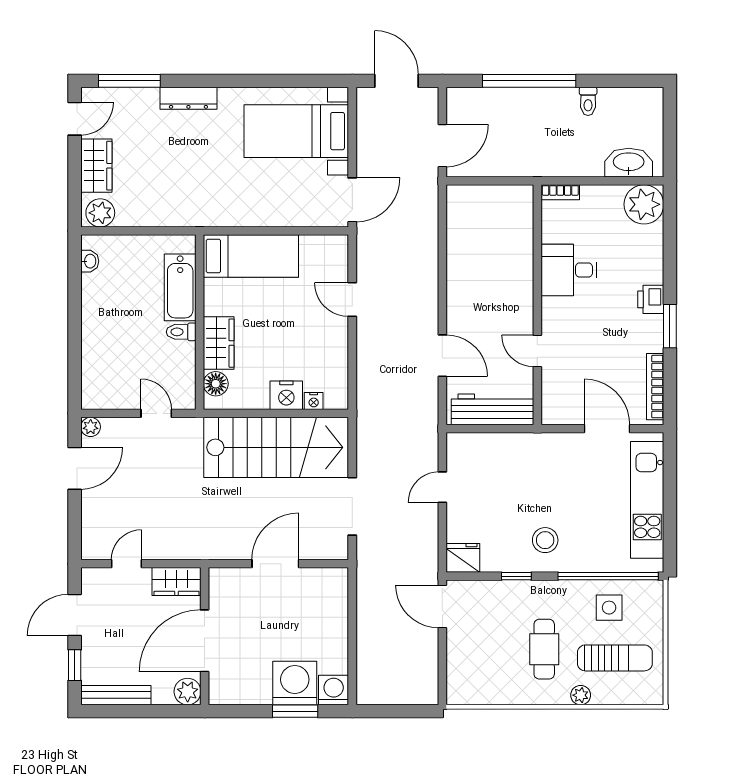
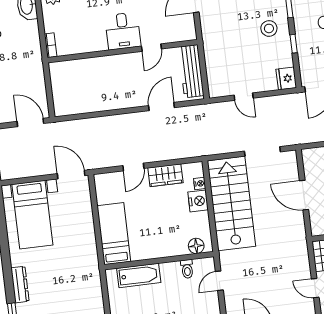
desk: (569, 270) -> (123, 31), moved
toilet: (181, 332) -> (187, 269), moved
wardrobe: (219, 343) -> (165, 175), moved, turned 180

